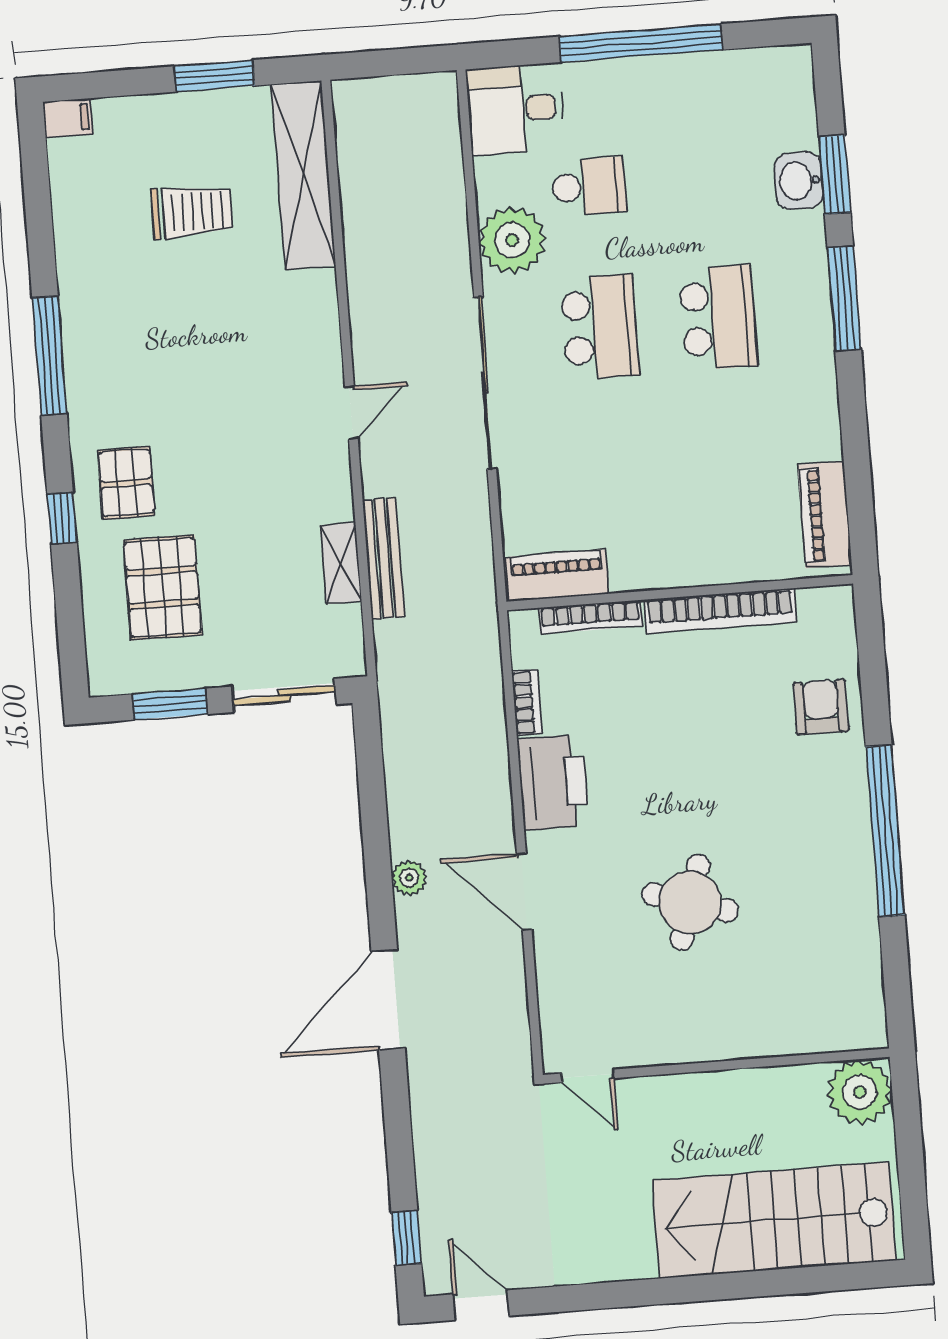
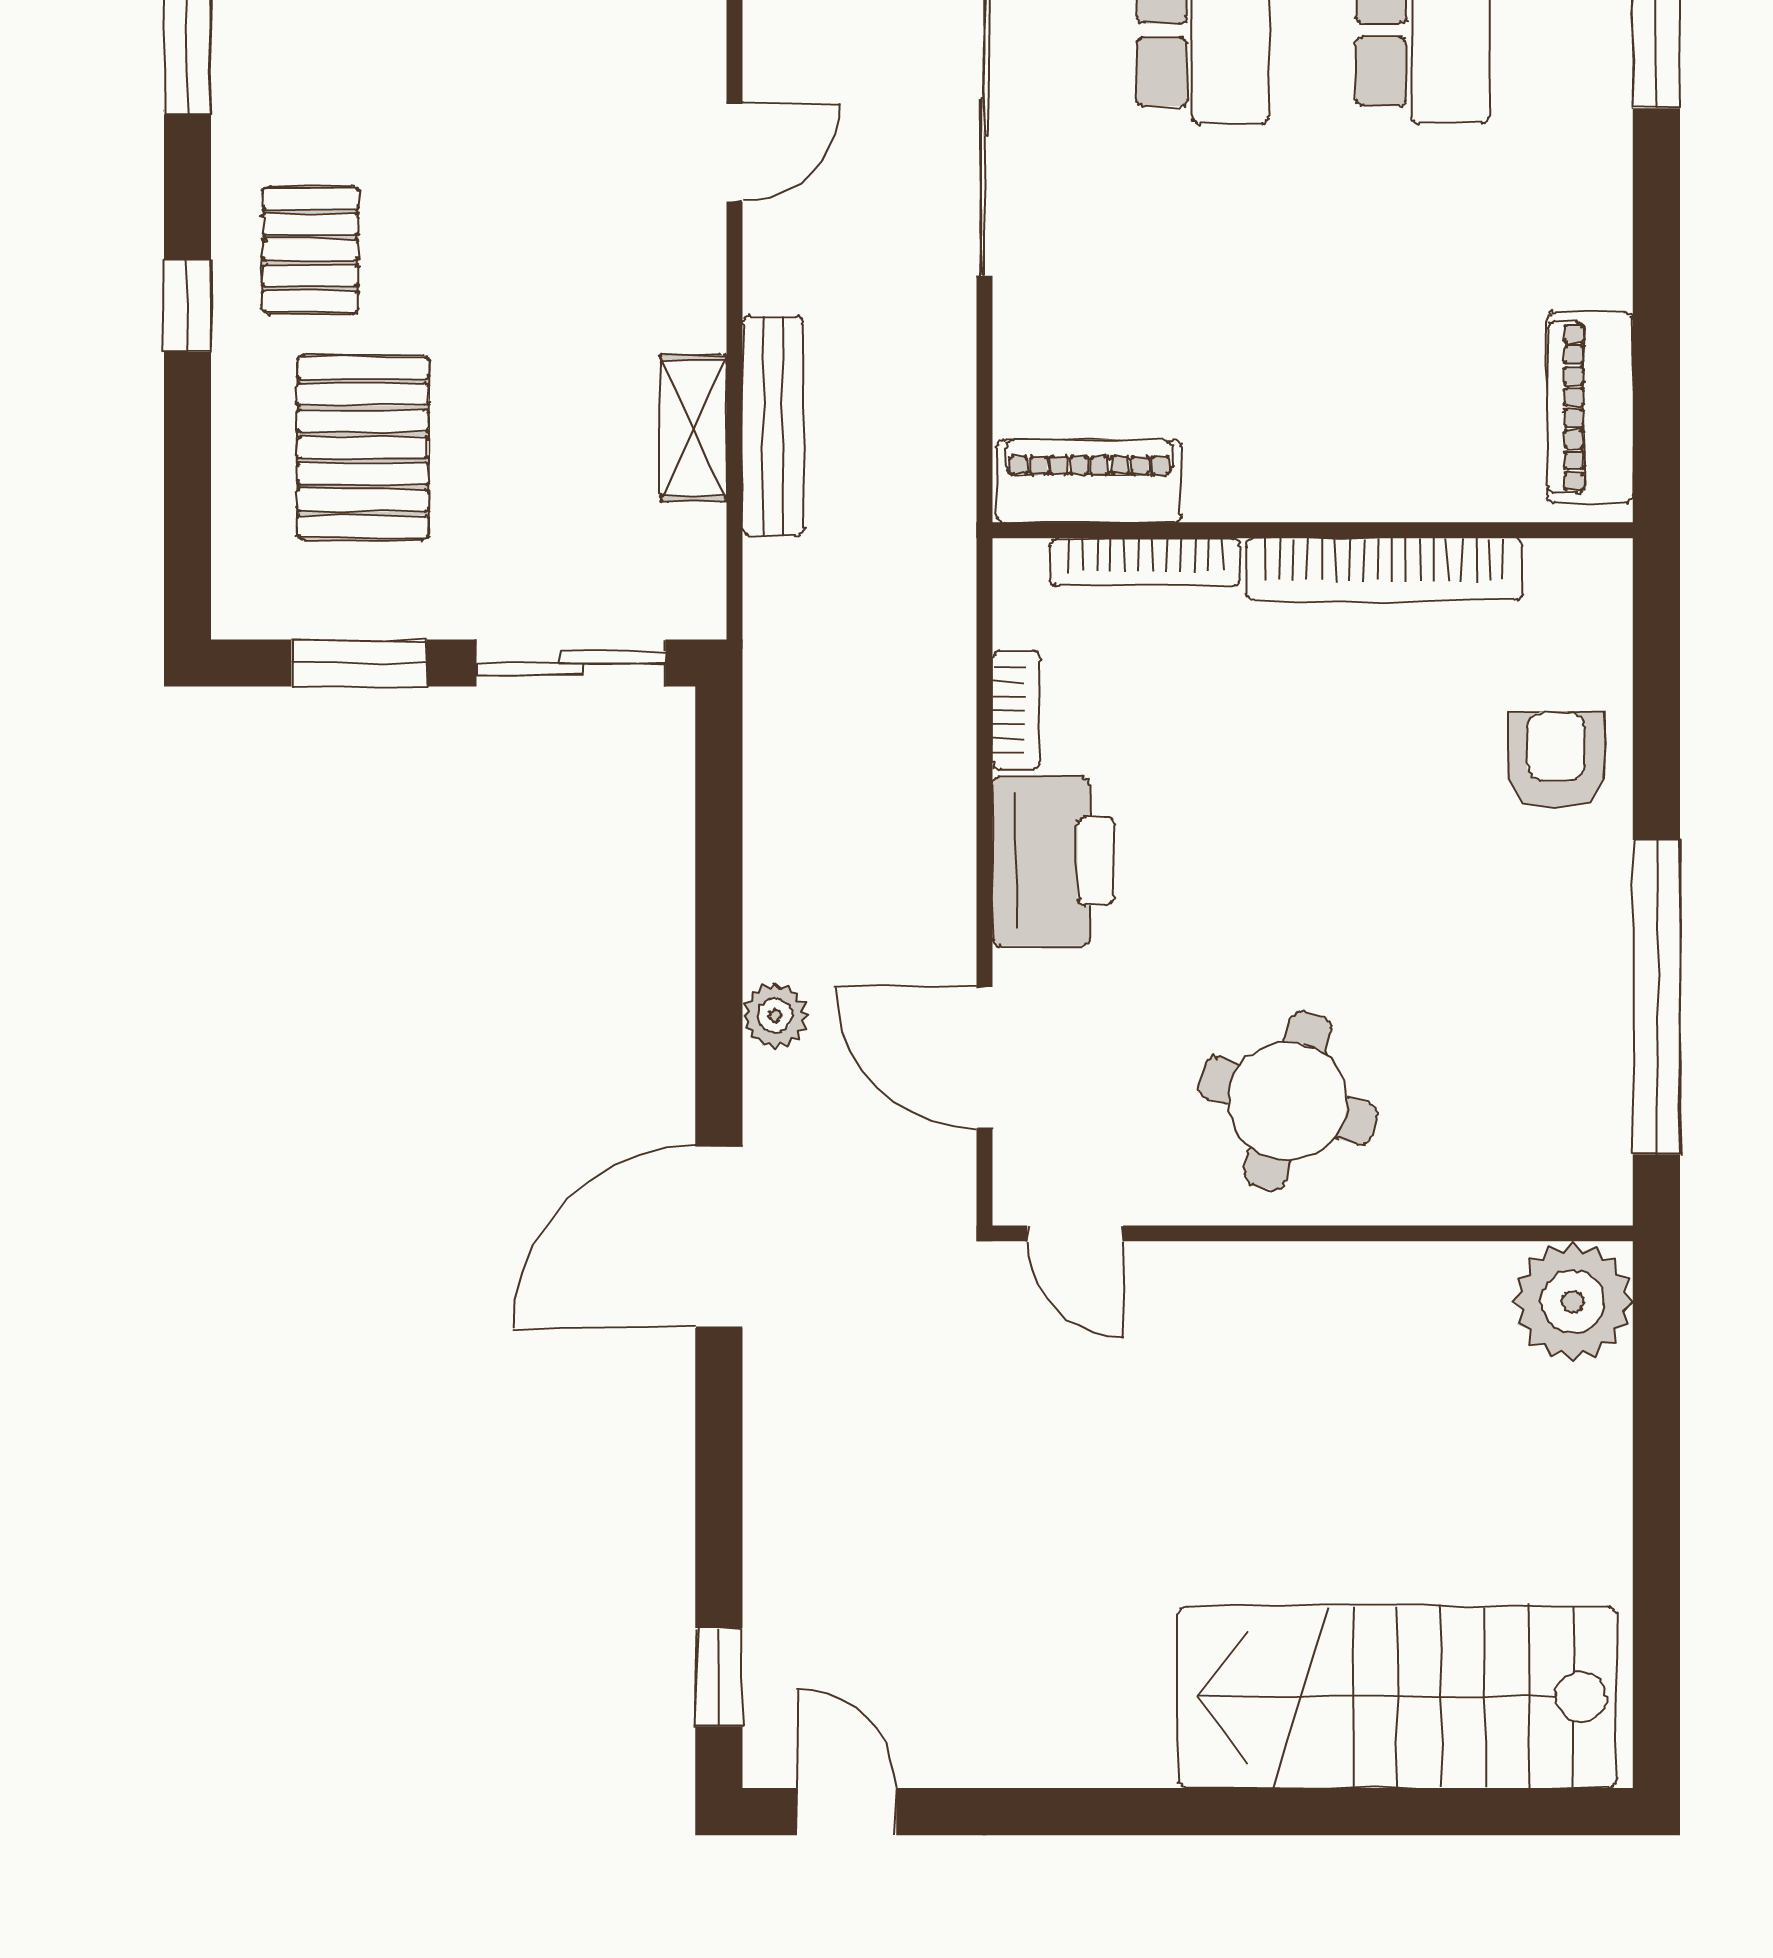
wall: (716, 1066) -> (1313, 1233), moved
door: (588, 1076) -> (1075, 1233), moved
plant: (860, 1092) -> (1573, 1301), moved

